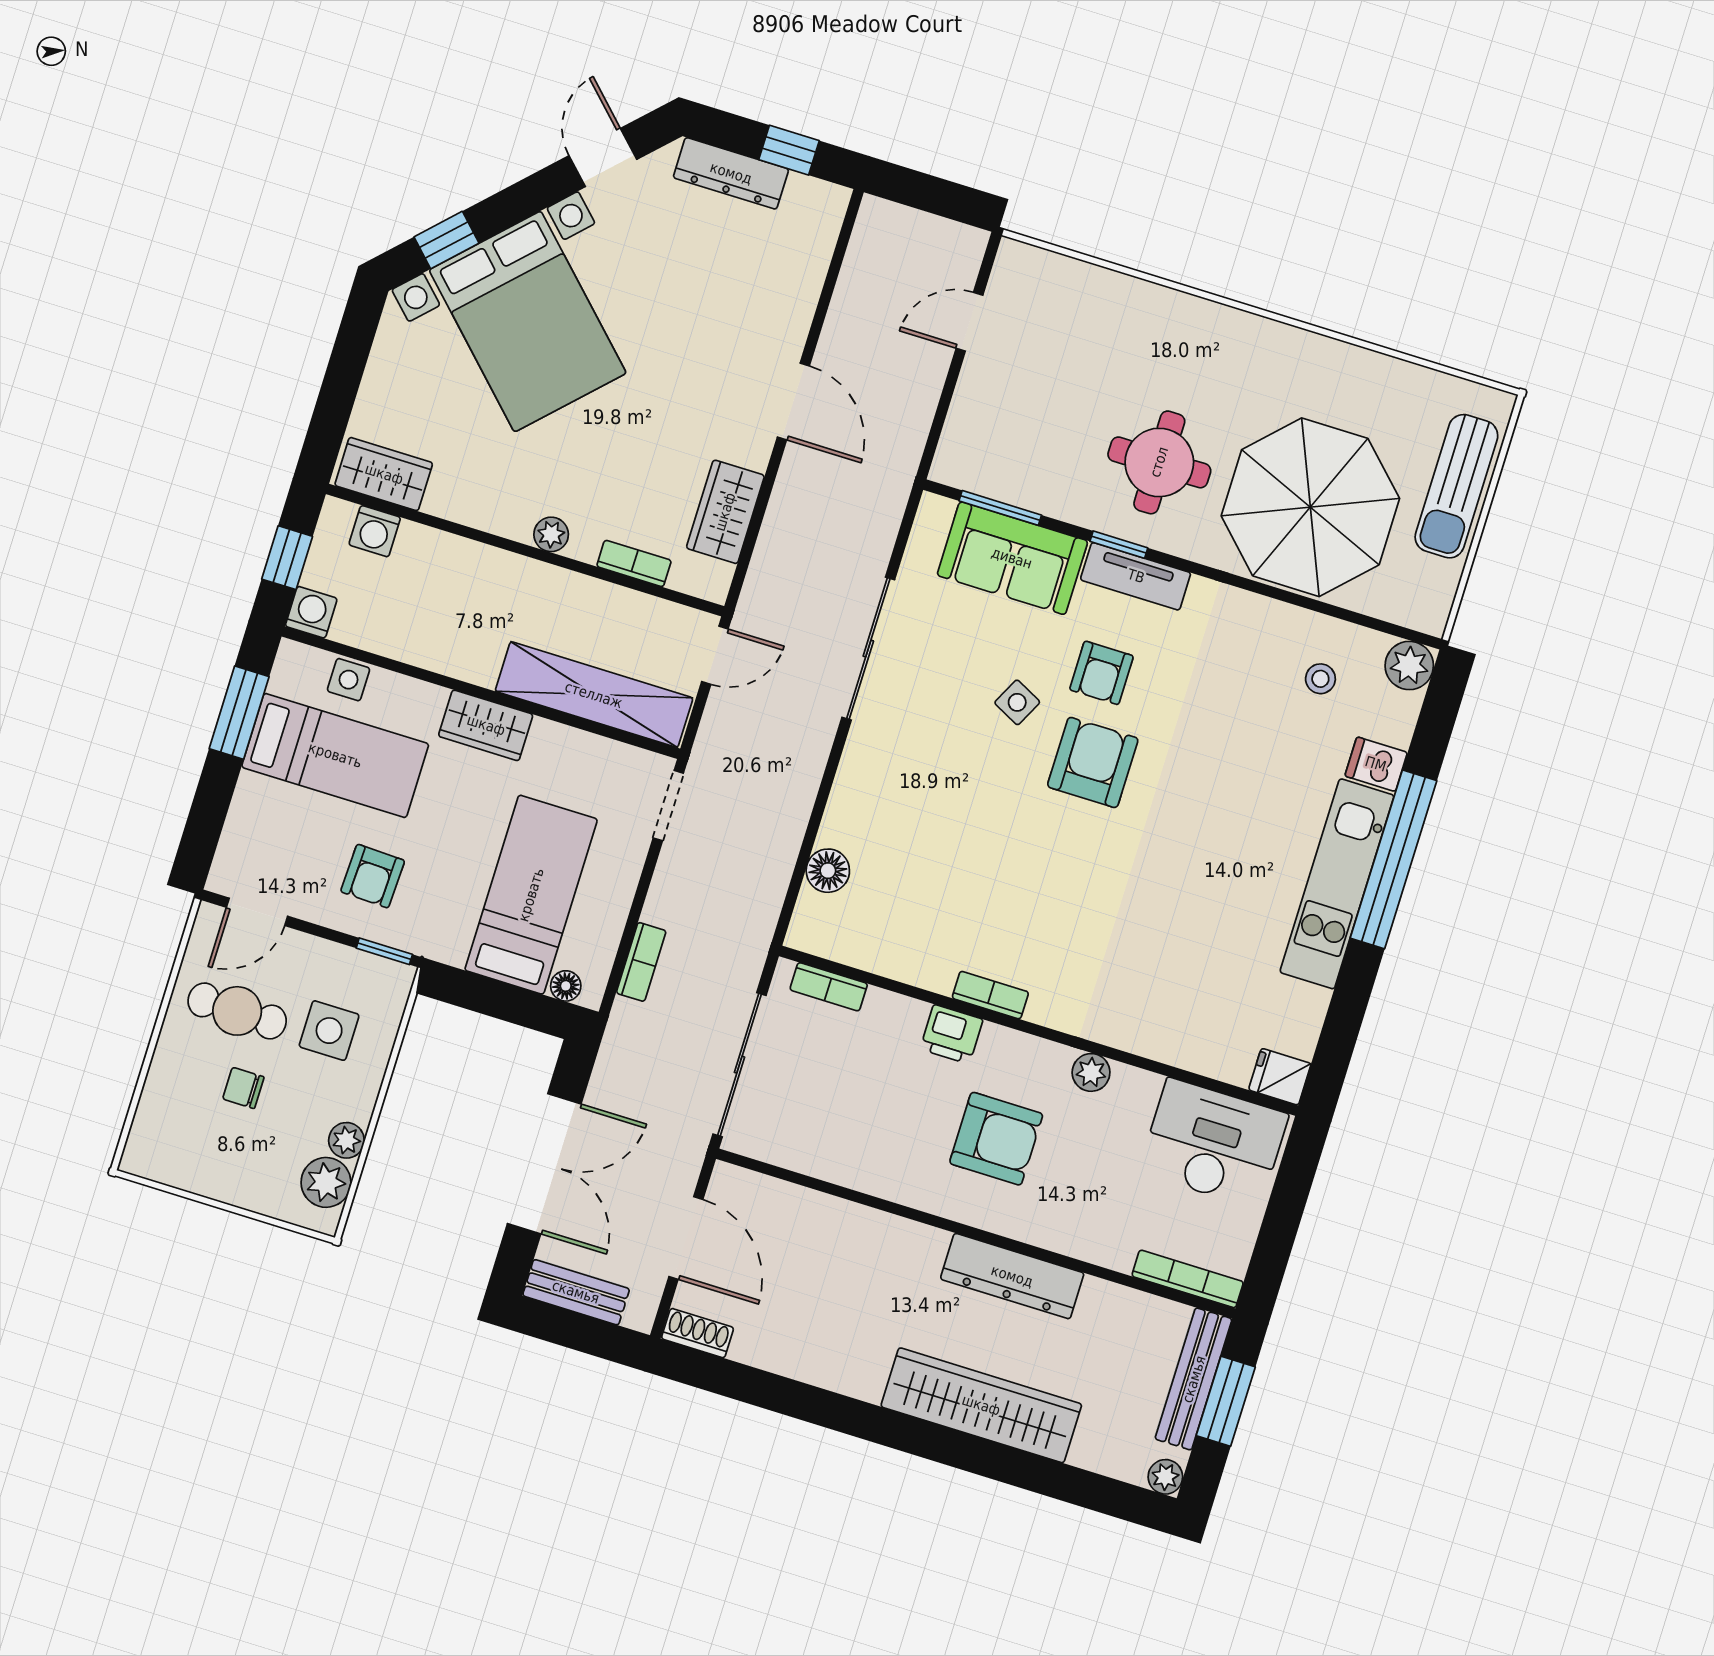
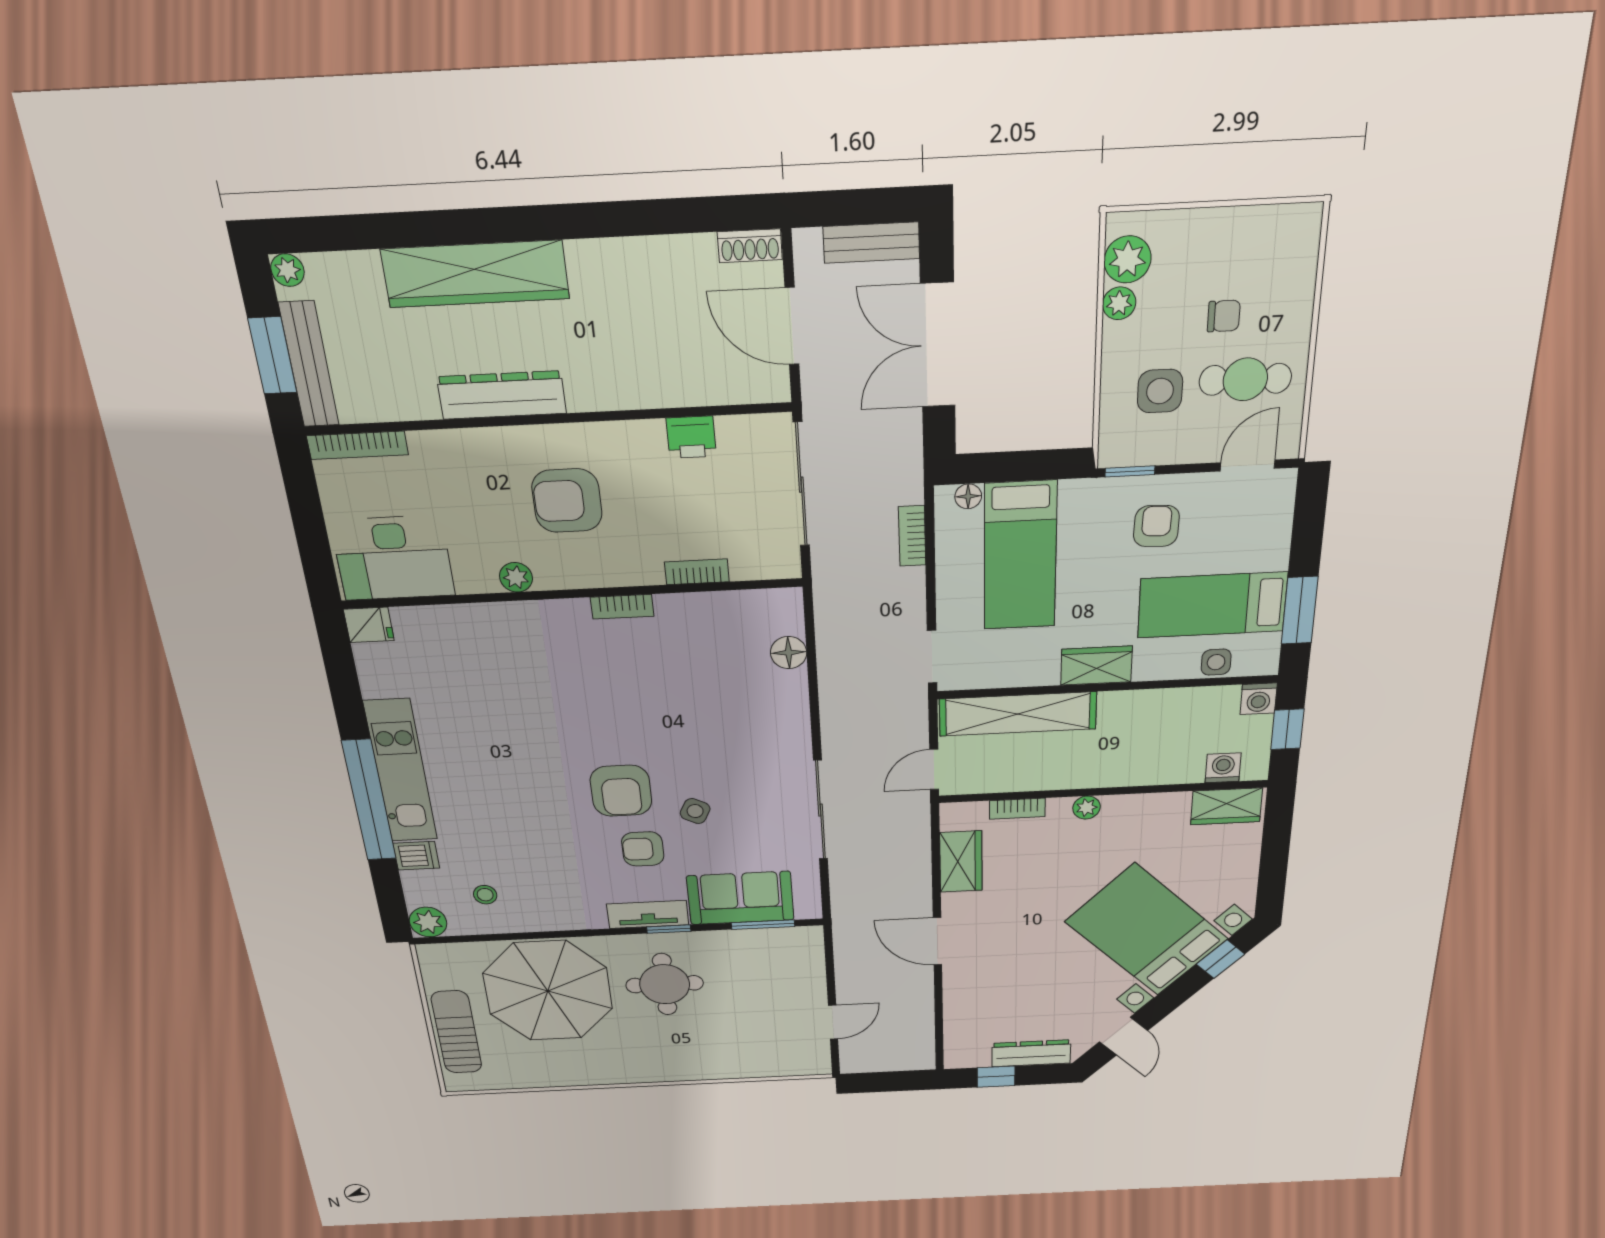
armchair: (1101, 673) -> (643, 849), turned -90
bookcase: (829, 987) -> (697, 572), moved
printer: (952, 1034) -> (691, 437), moved, turned 180

